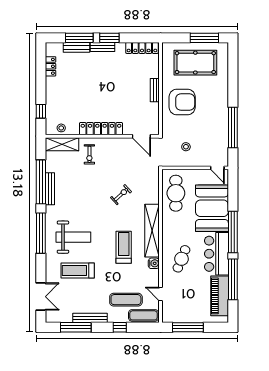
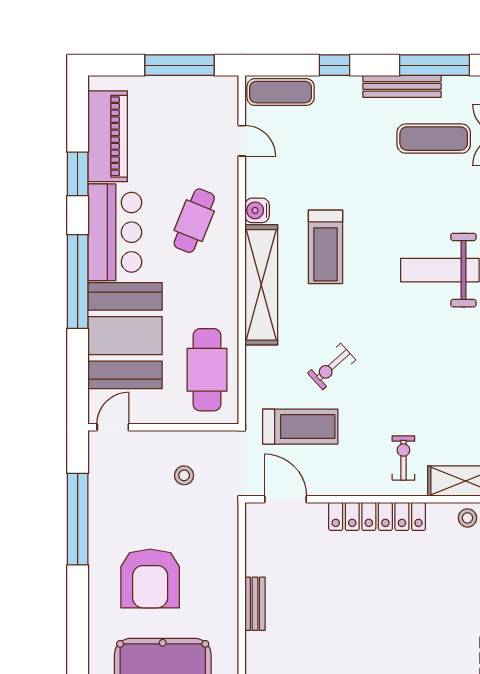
armchair: (182, 102) -> (150, 578), moved, turned -90
door: (217, 168) -> (113, 427), hinge flipped
treadmill: (78, 271) -> (300, 427), moved
window: (233, 279) -> (78, 174), width x0.47
exercise mat: (126, 300) -> (434, 139), moved

